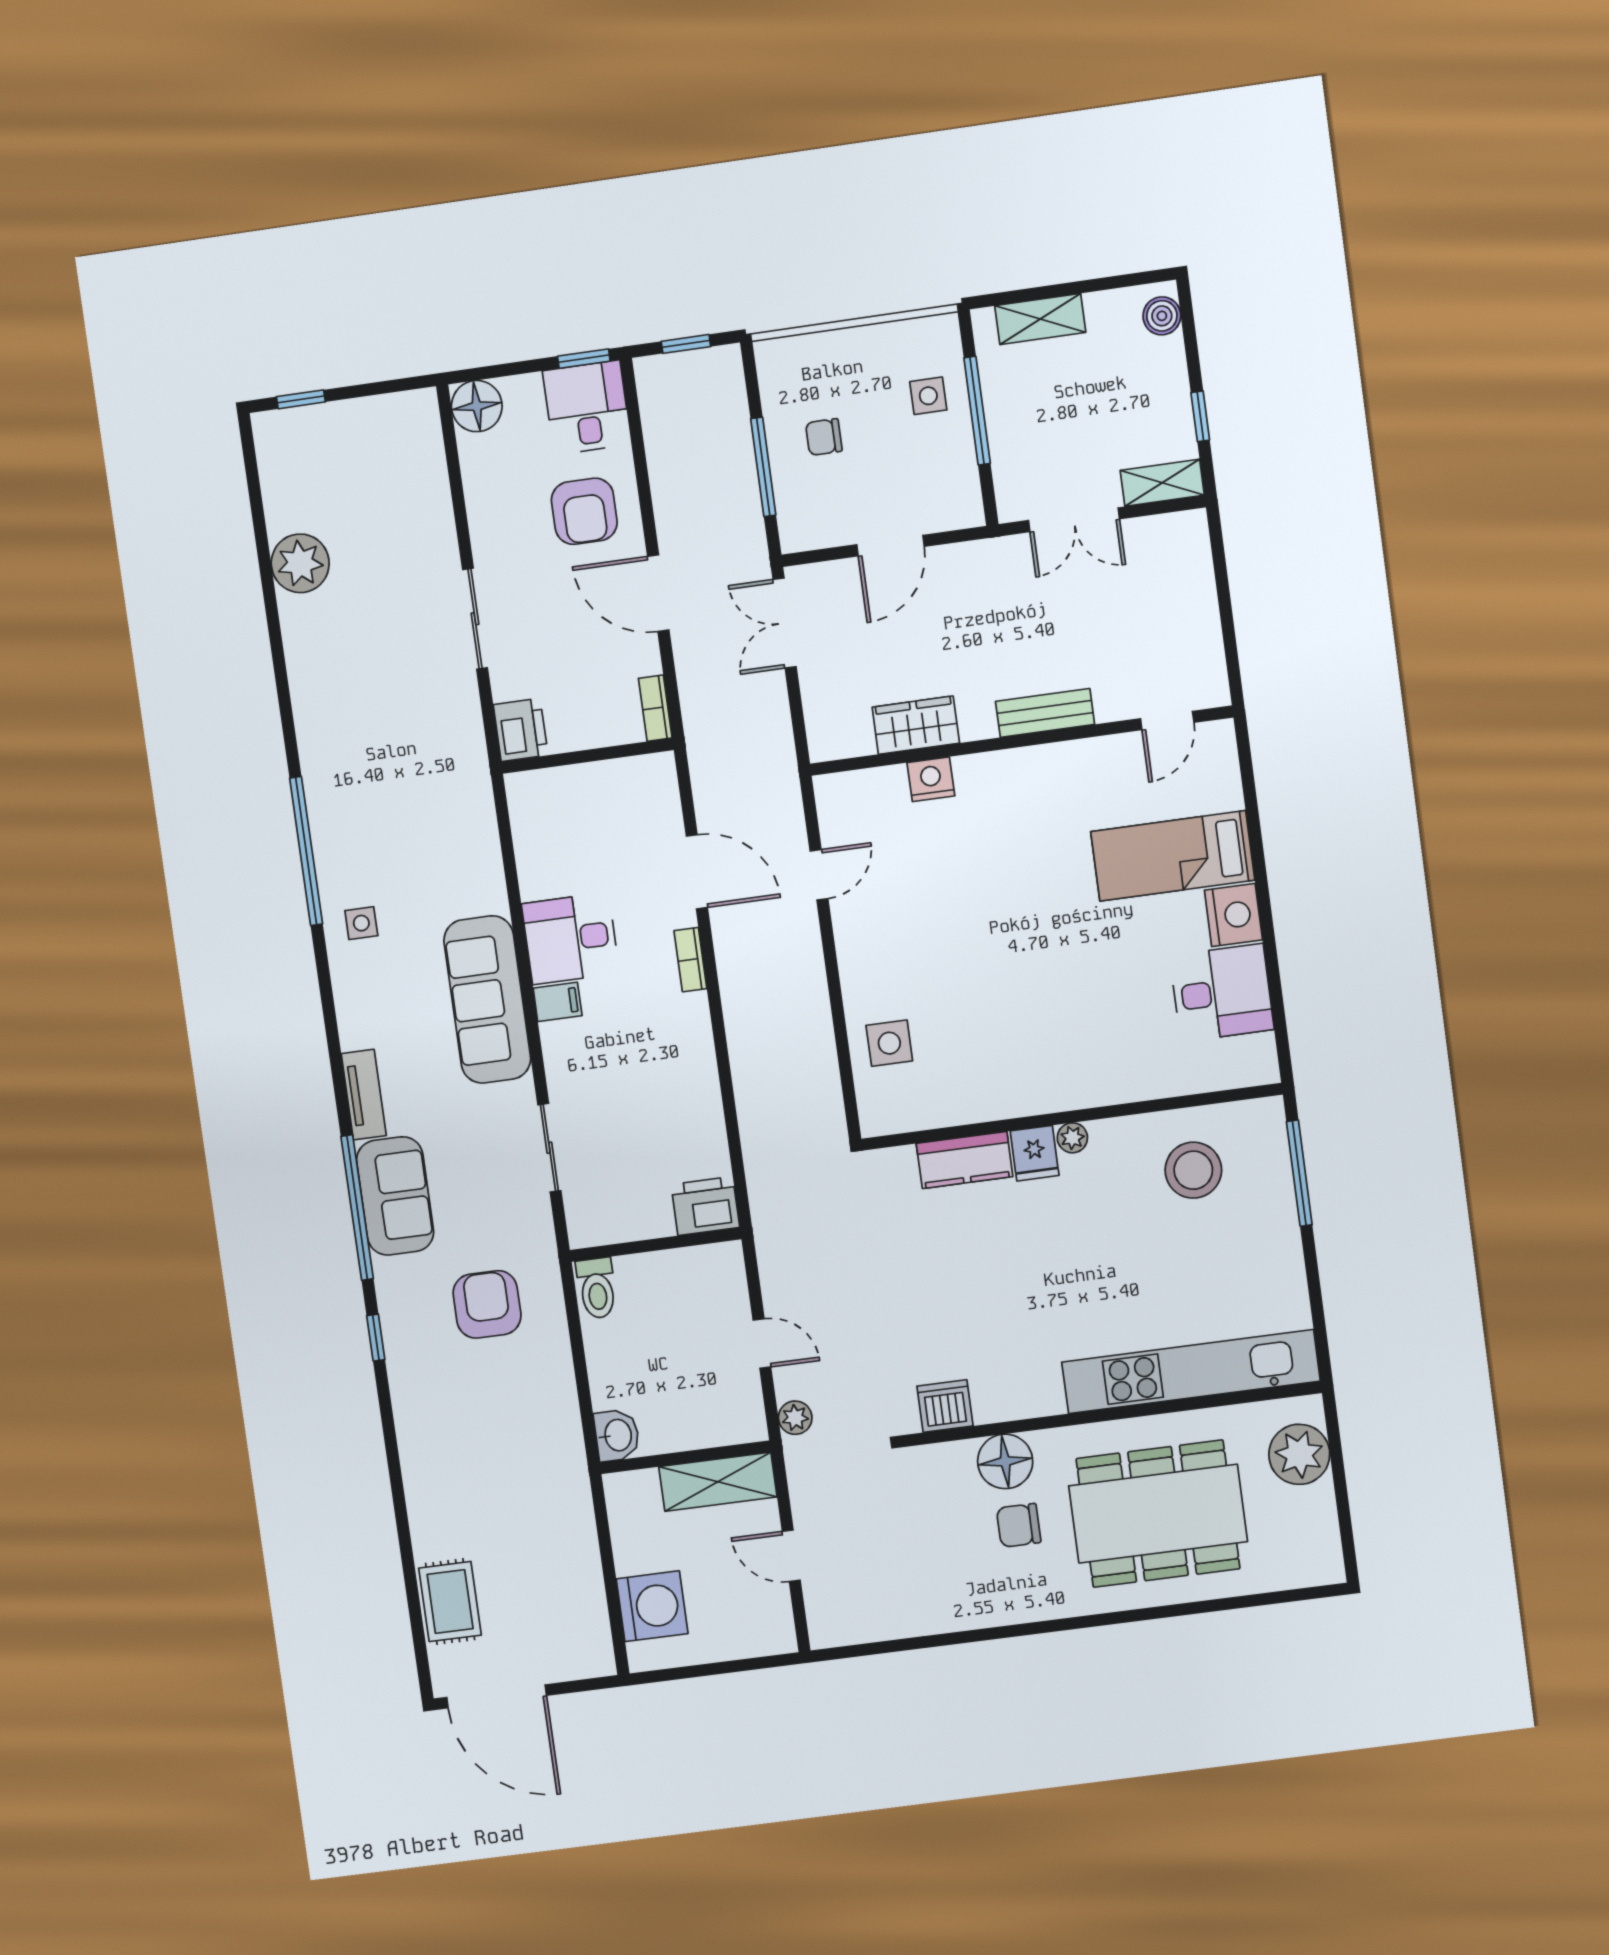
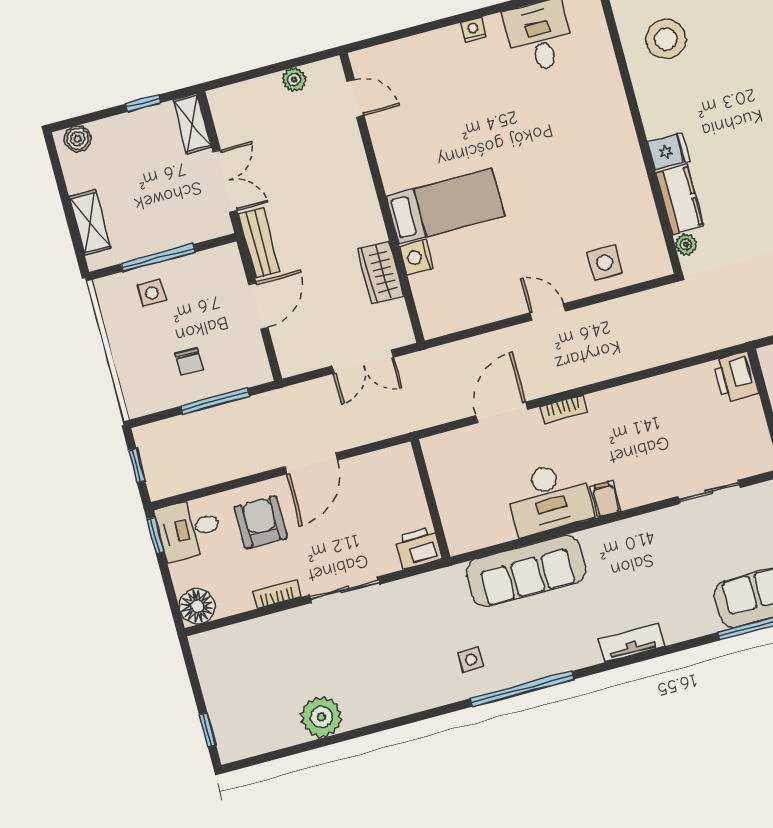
armchair: (584, 511) -> (261, 522), turned -90
door: (890, 546) -> (258, 306), hinge flipped
double door: (785, 623) -> (363, 362), moved
plant: (1206, 637) -> (294, 80), added
bookcase: (655, 708) -> (277, 594), moved, turned 180
bench: (1045, 713) -> (259, 243), moved
bed: (1173, 856) -> (445, 206), moved, turned -90
door: (819, 875) -> (548, 312), moved
nightstand: (1233, 915) -> (473, 30), width x0.53, depth x0.56
side table: (361, 923) -> (471, 660), moved
desk: (570, 938) -> (549, 498), width x1.37
sofa: (487, 1000) -> (526, 571), moved
tv unit: (364, 1095) -> (631, 643), moved
plant: (1072, 1138) -> (686, 244), moved

